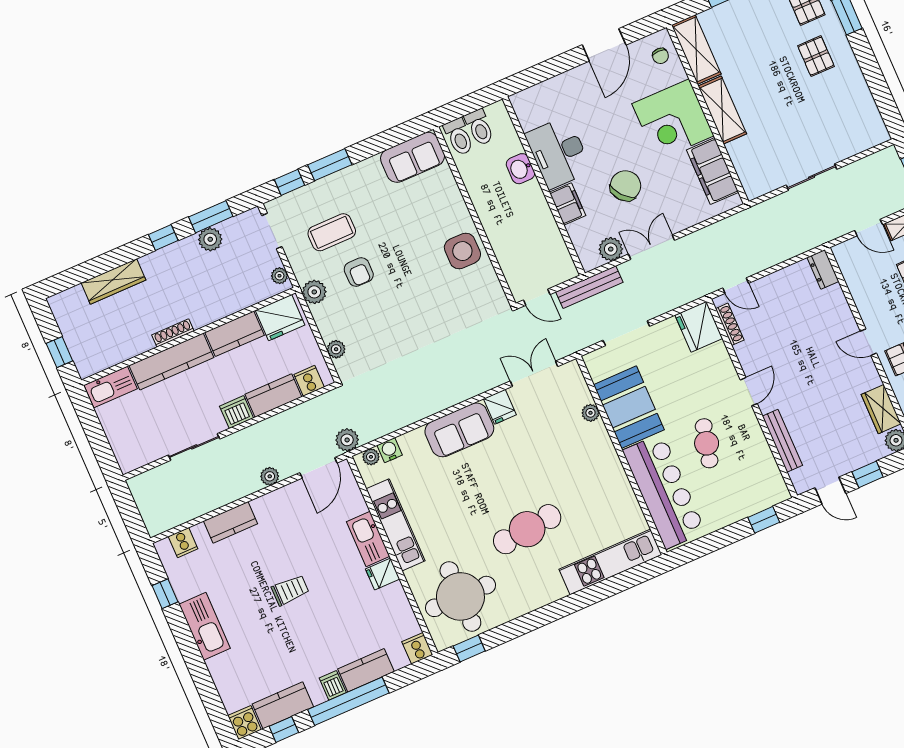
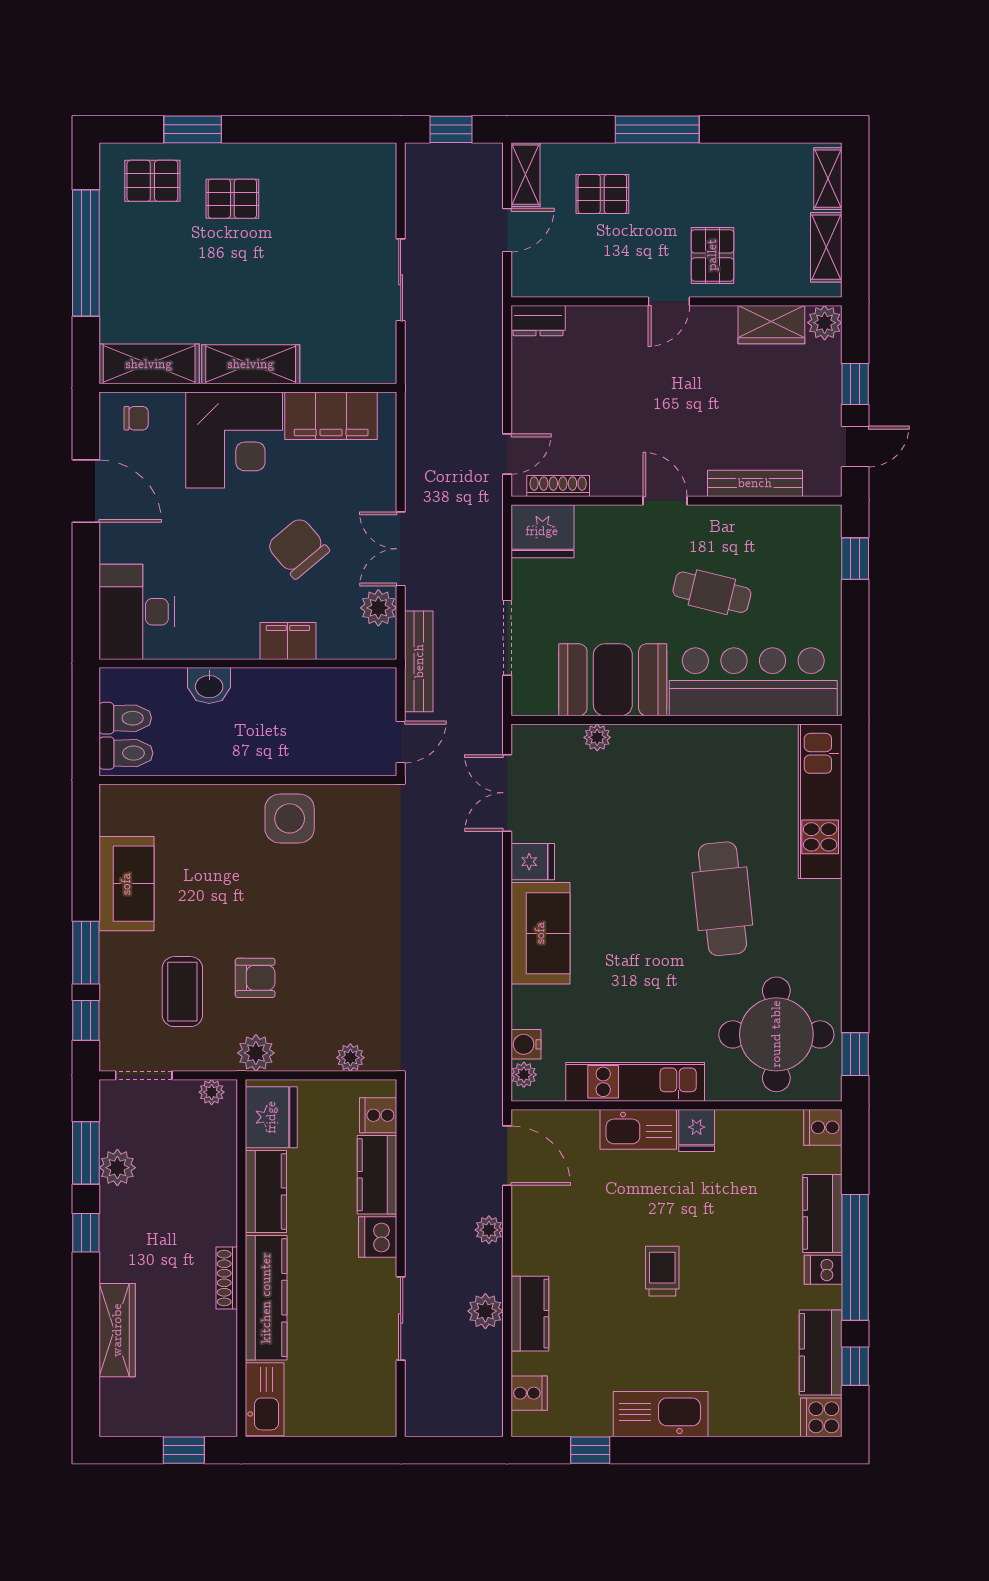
desk: (558, 152) -> (137, 612), moved, turned 90
sofa: (413, 157) -> (126, 884), moved
plant: (347, 440) -> (485, 1311), moved

